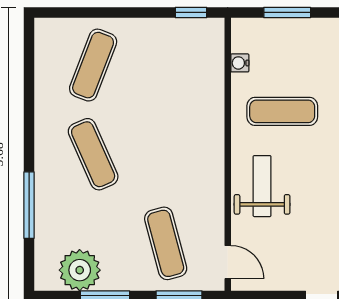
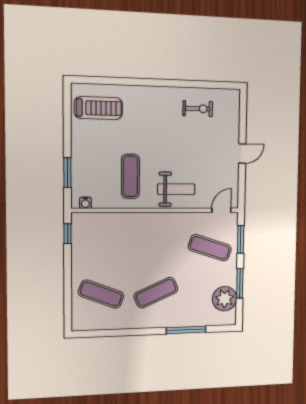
water cooler: (240, 63) -> (85, 203), moved
weight bench: (262, 186) -> (176, 189), turned 180
exercise mat: (166, 243) -> (210, 248), turned 33

